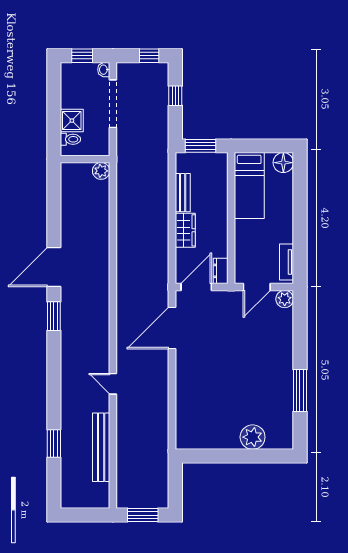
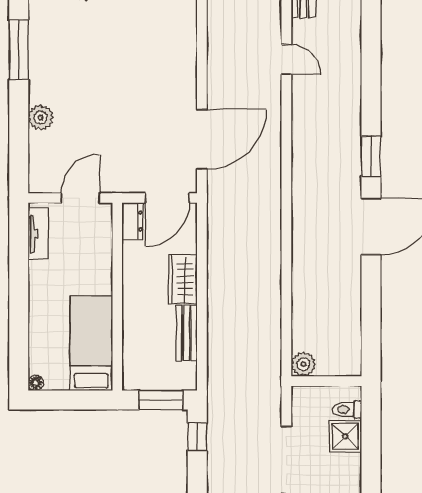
window: (175, 96) -> (197, 437), moved
floor lamp: (283, 163) -> (36, 383), width x0.53, depth x0.53
plant: (285, 299) -> (41, 117), moved

